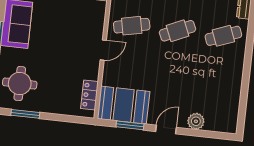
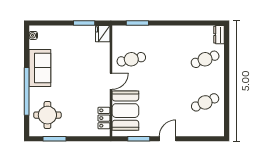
cafe table: (177, 31) -> (205, 102), moved
booth: (124, 105) -> (125, 111), moved, turned 90
plant: (196, 121) -> (191, 130), removed

